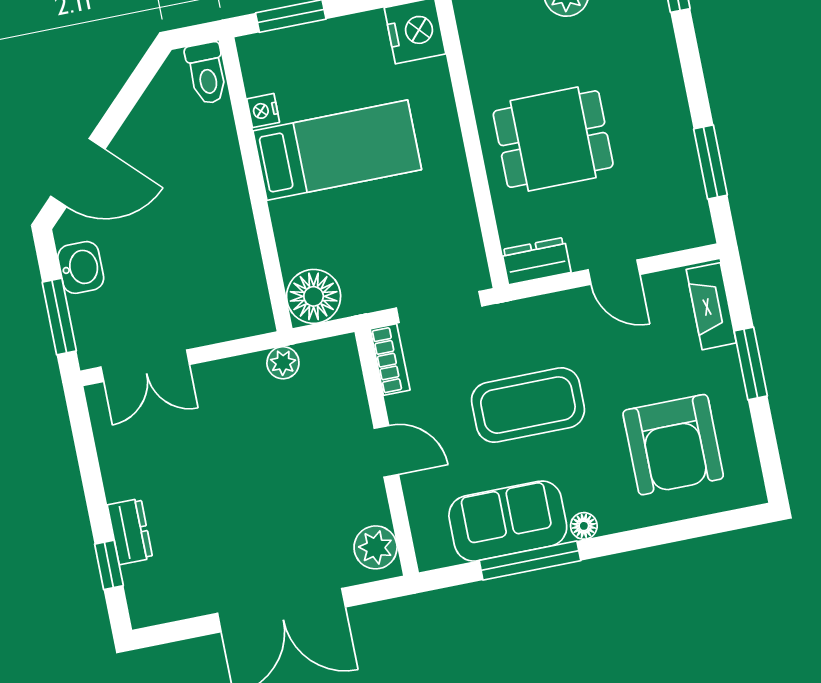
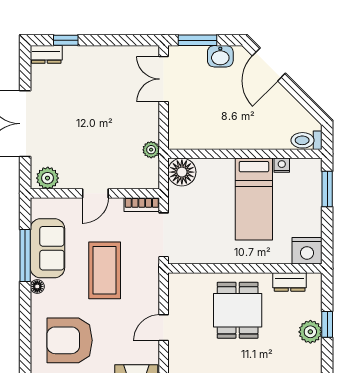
dresser: (536, 261) -> (290, 282), moved, turned 90
dresser: (130, 531) -> (46, 54), moved

